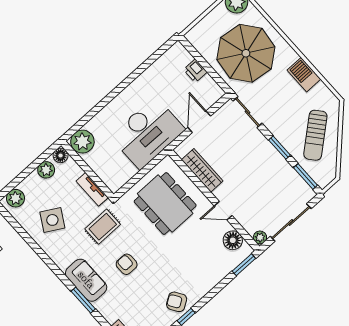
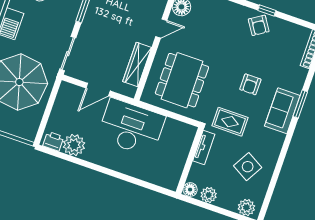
printer: (195, 71) -> (53, 141), moved, turned -90
plant: (82, 142) -> (74, 145), moved
door: (223, 211) -> (161, 29), hinge flipped

